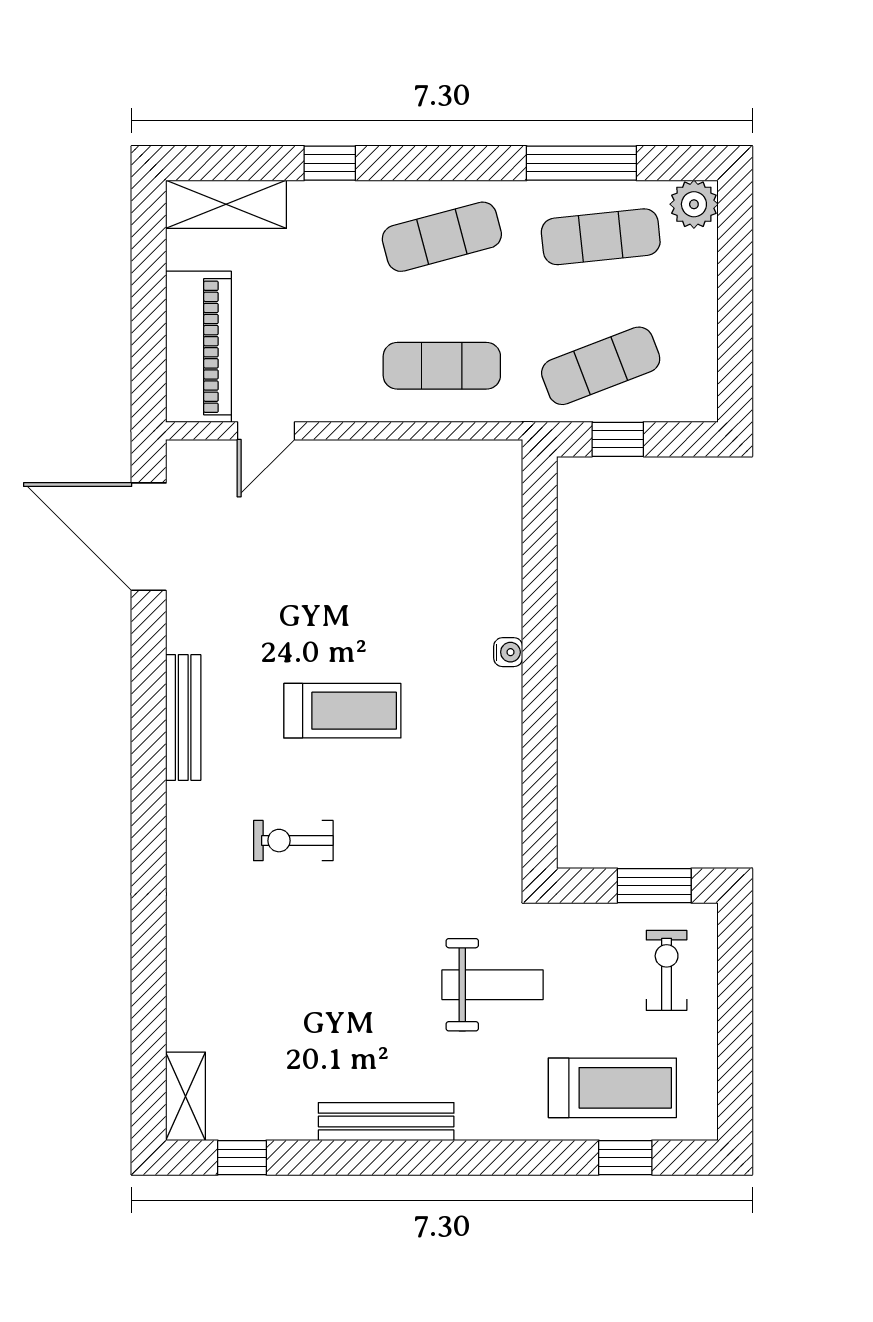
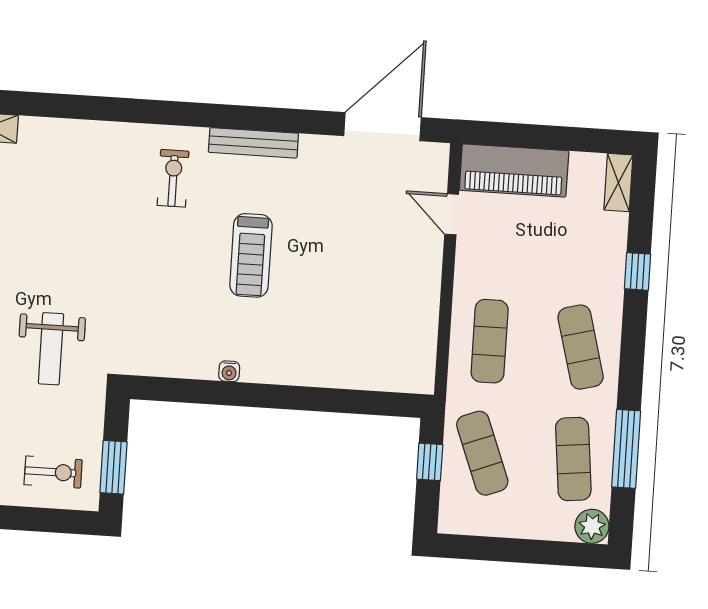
shelving: (226, 204) -> (618, 182), width x0.67, depth x0.75
water cooler: (508, 652) -> (229, 371), moved
exercise bike: (293, 841) -> (173, 178), moved

